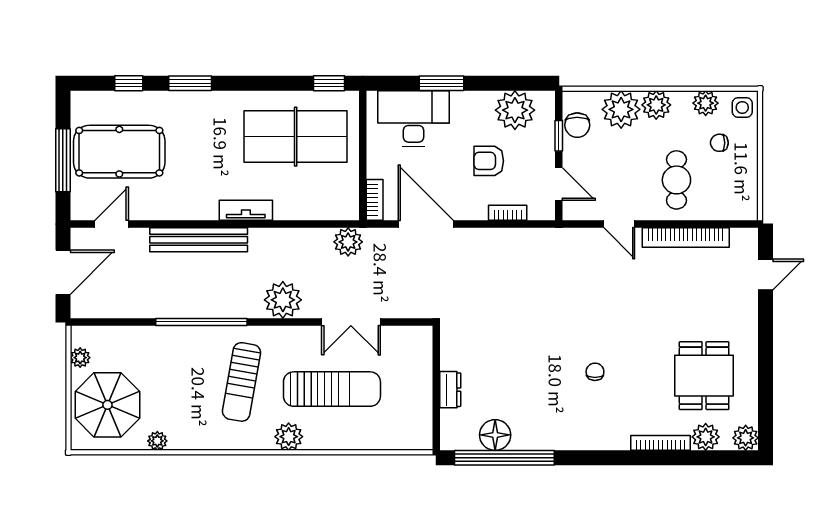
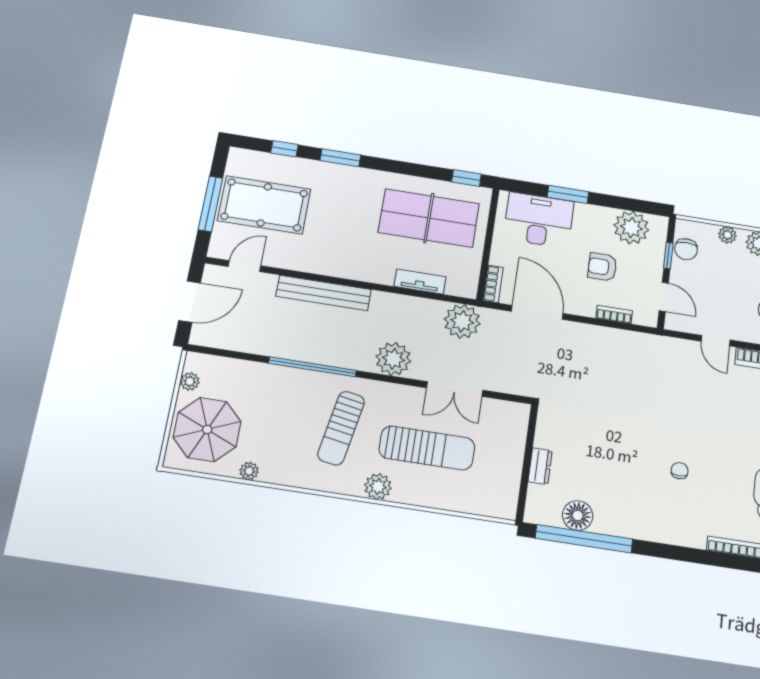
plant: (621, 109) -> (727, 235), width x0.53, depth x0.53
tv unit: (246, 210) -> (420, 282), moved
plant: (348, 242) -> (462, 321), width x1.36, depth x1.36

